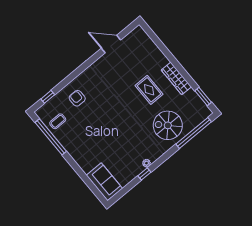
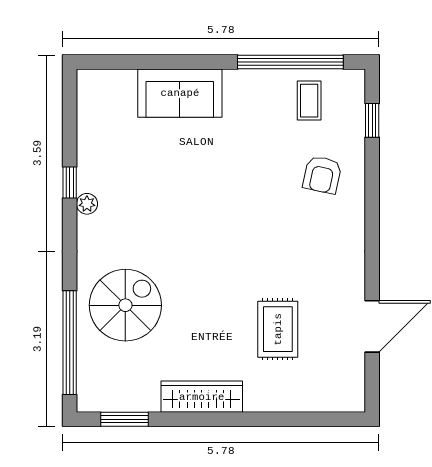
rug: (149, 90) -> (278, 329), moved, turned 90
armchair: (77, 98) -> (322, 175), turned 102
sofa: (104, 182) -> (180, 93), moved

